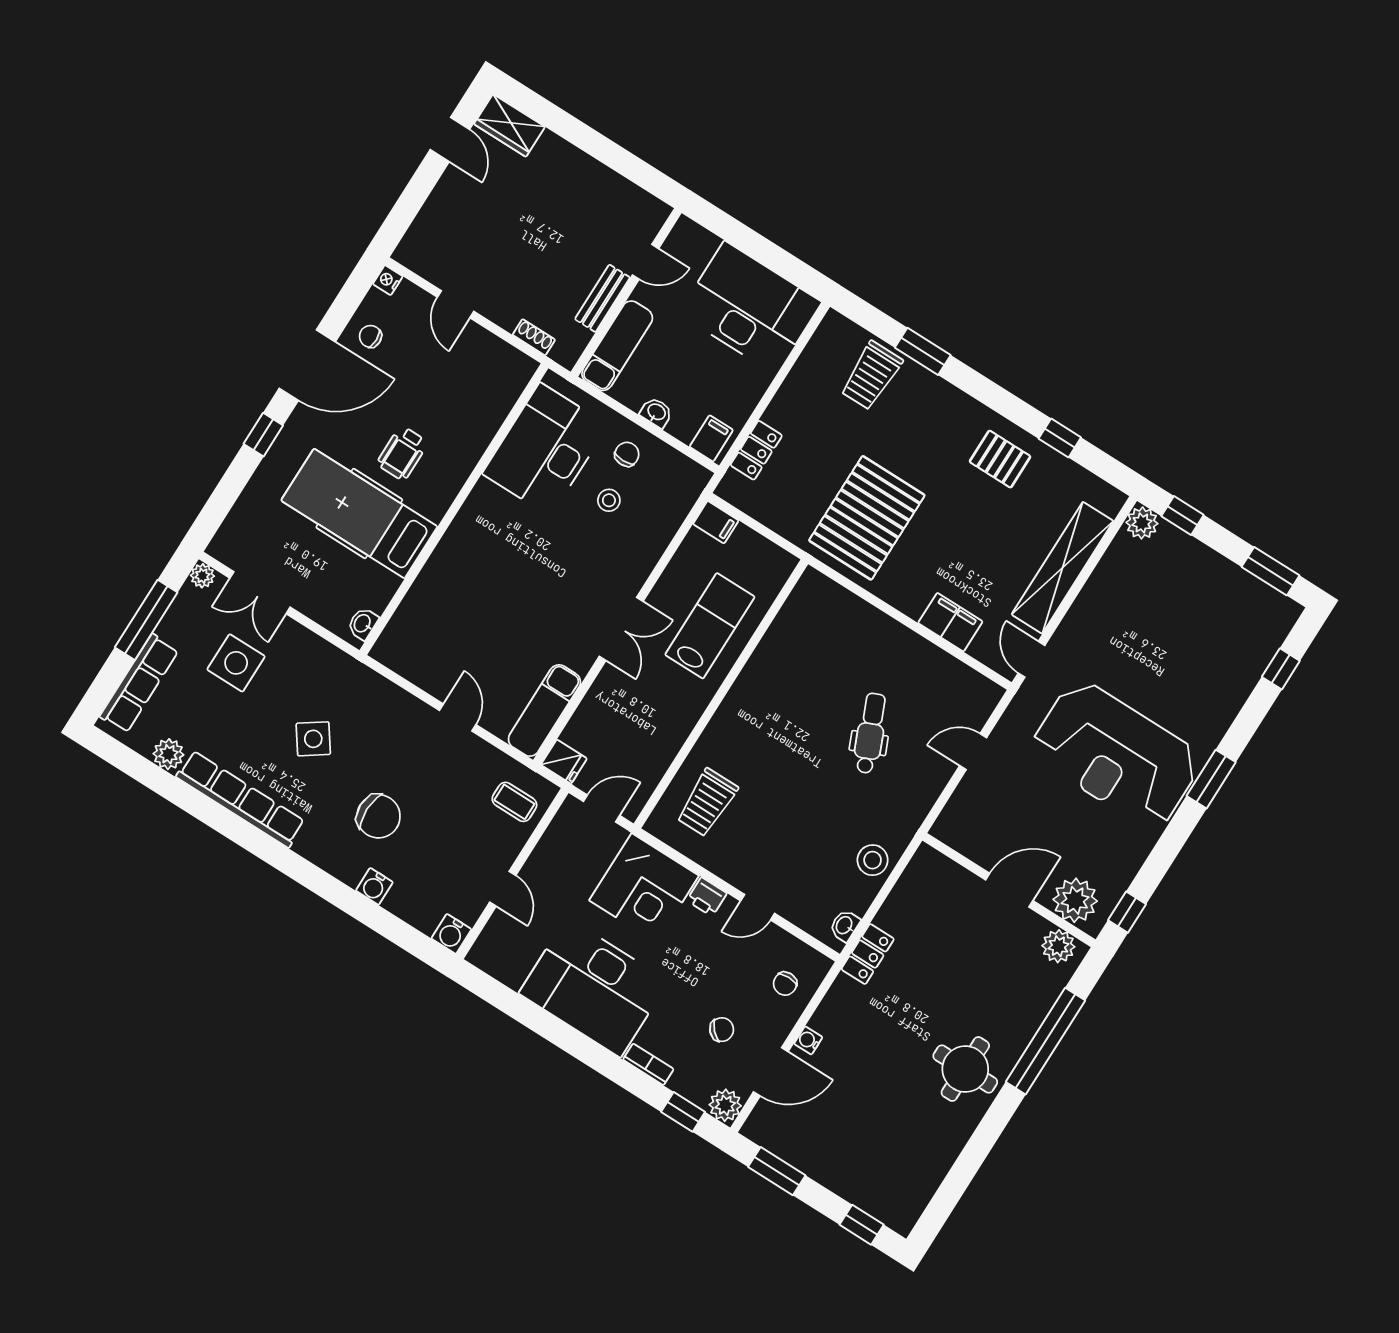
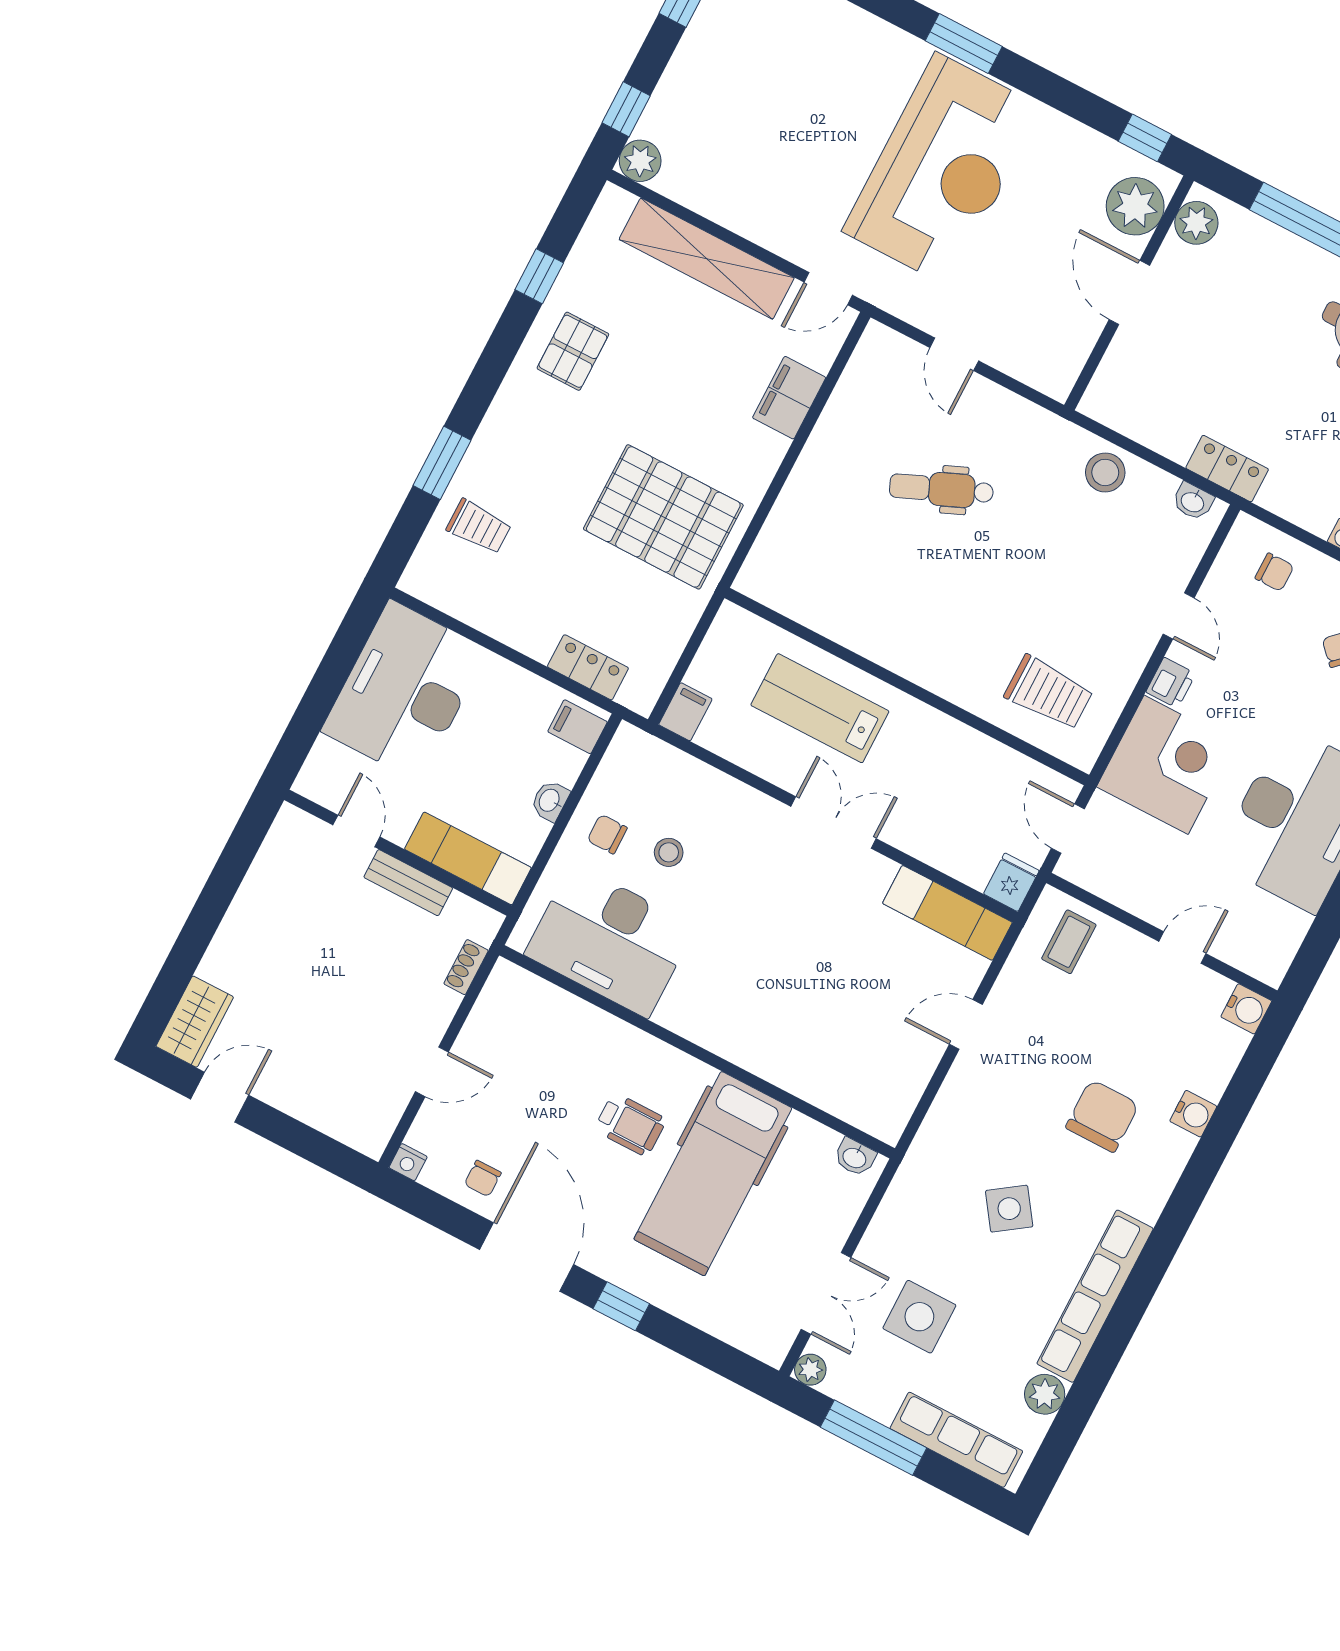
trolley: (871, 375) -> (479, 527), width x0.73, depth x0.72

